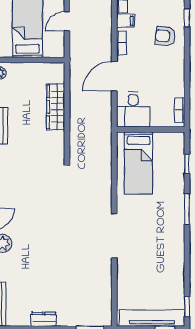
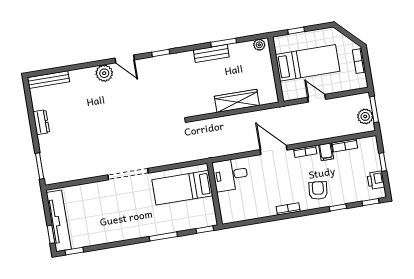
desk: (133, 109) -> (230, 175), moved
bookcase: (180, 110) -> (288, 209), moved
wall: (151, 130) -> (215, 194), moved
bed: (138, 163) -> (182, 188), moved

